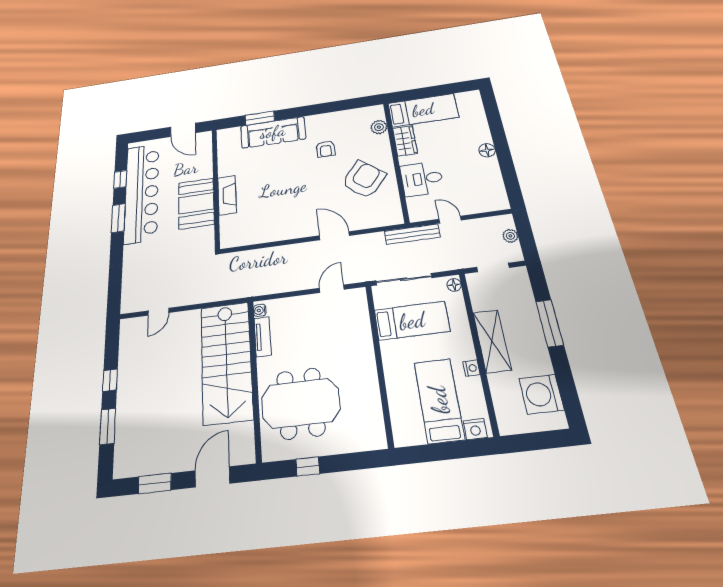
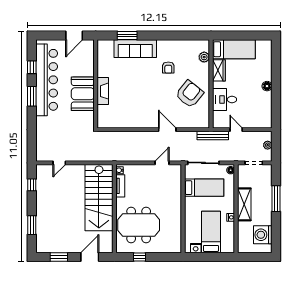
door: (183, 130) -> (74, 35), hinge flipped
window: (110, 380) -> (32, 185), moved
nightstand: (475, 429) -> (196, 248), moved

